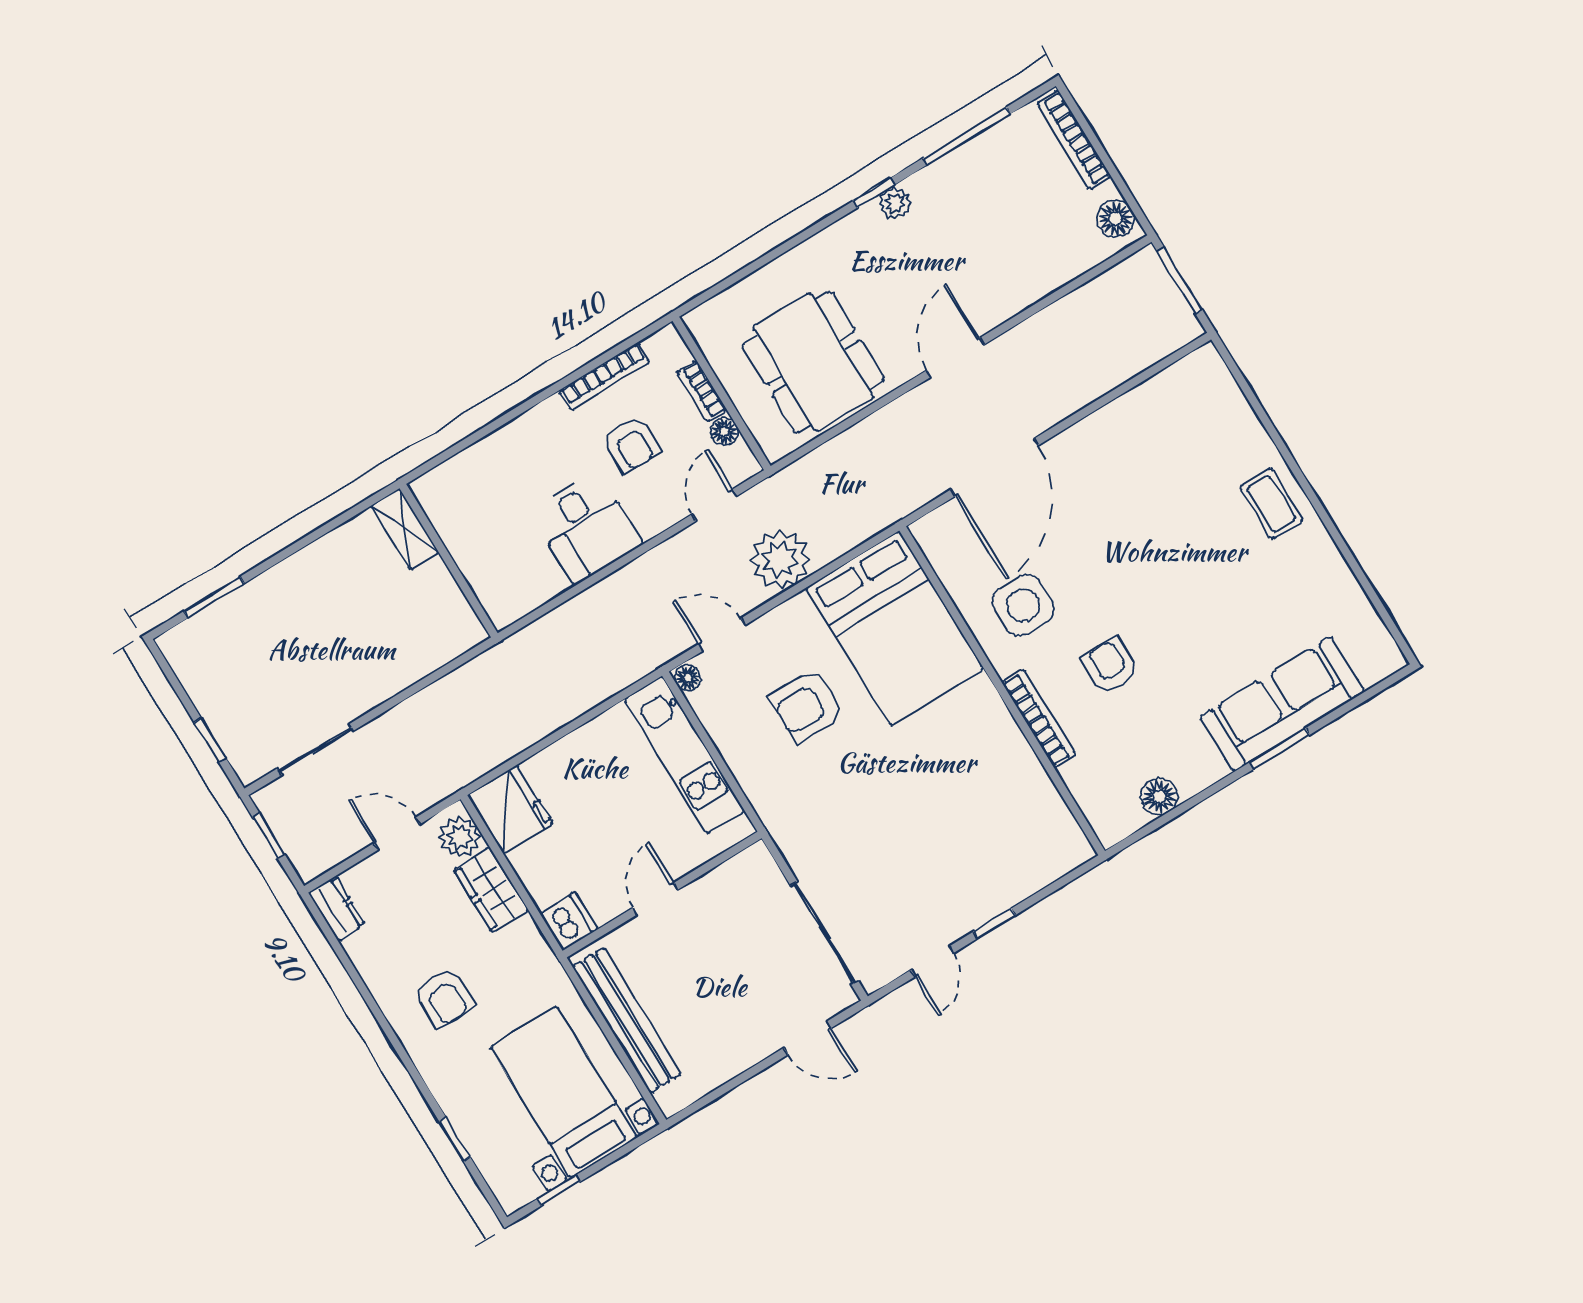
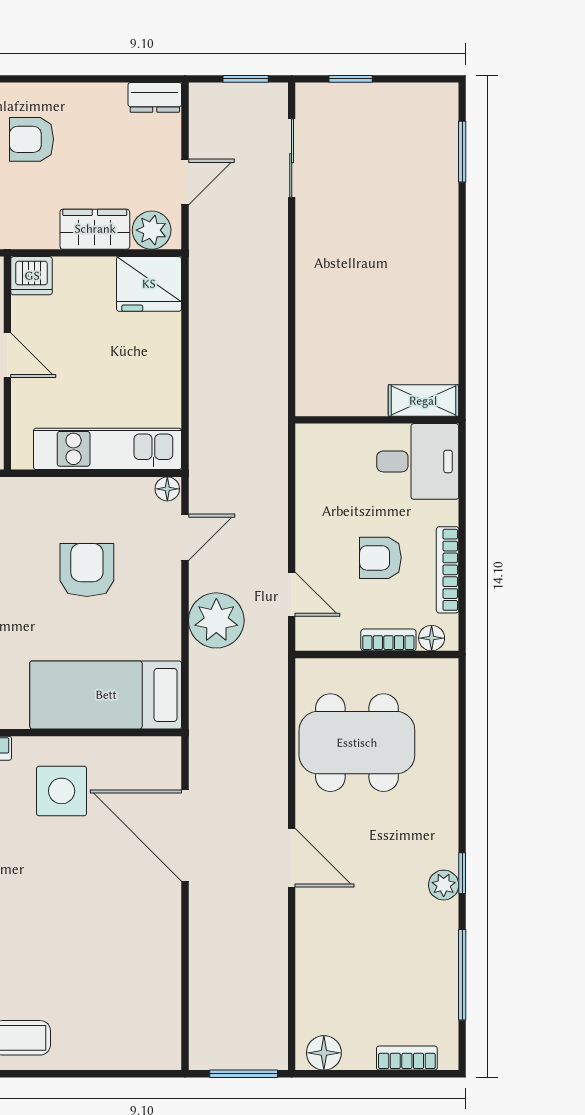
bookcase: (1074, 140) -> (407, 1058), width x0.64
floor lamp: (724, 432) -> (432, 638), moved
desk: (586, 528) -> (418, 461), moved, turned 180
shelving: (405, 529) -> (423, 401), moved
wall: (449, 561) -> (377, 420), moved
bed: (895, 628) -> (106, 695), width x0.67

